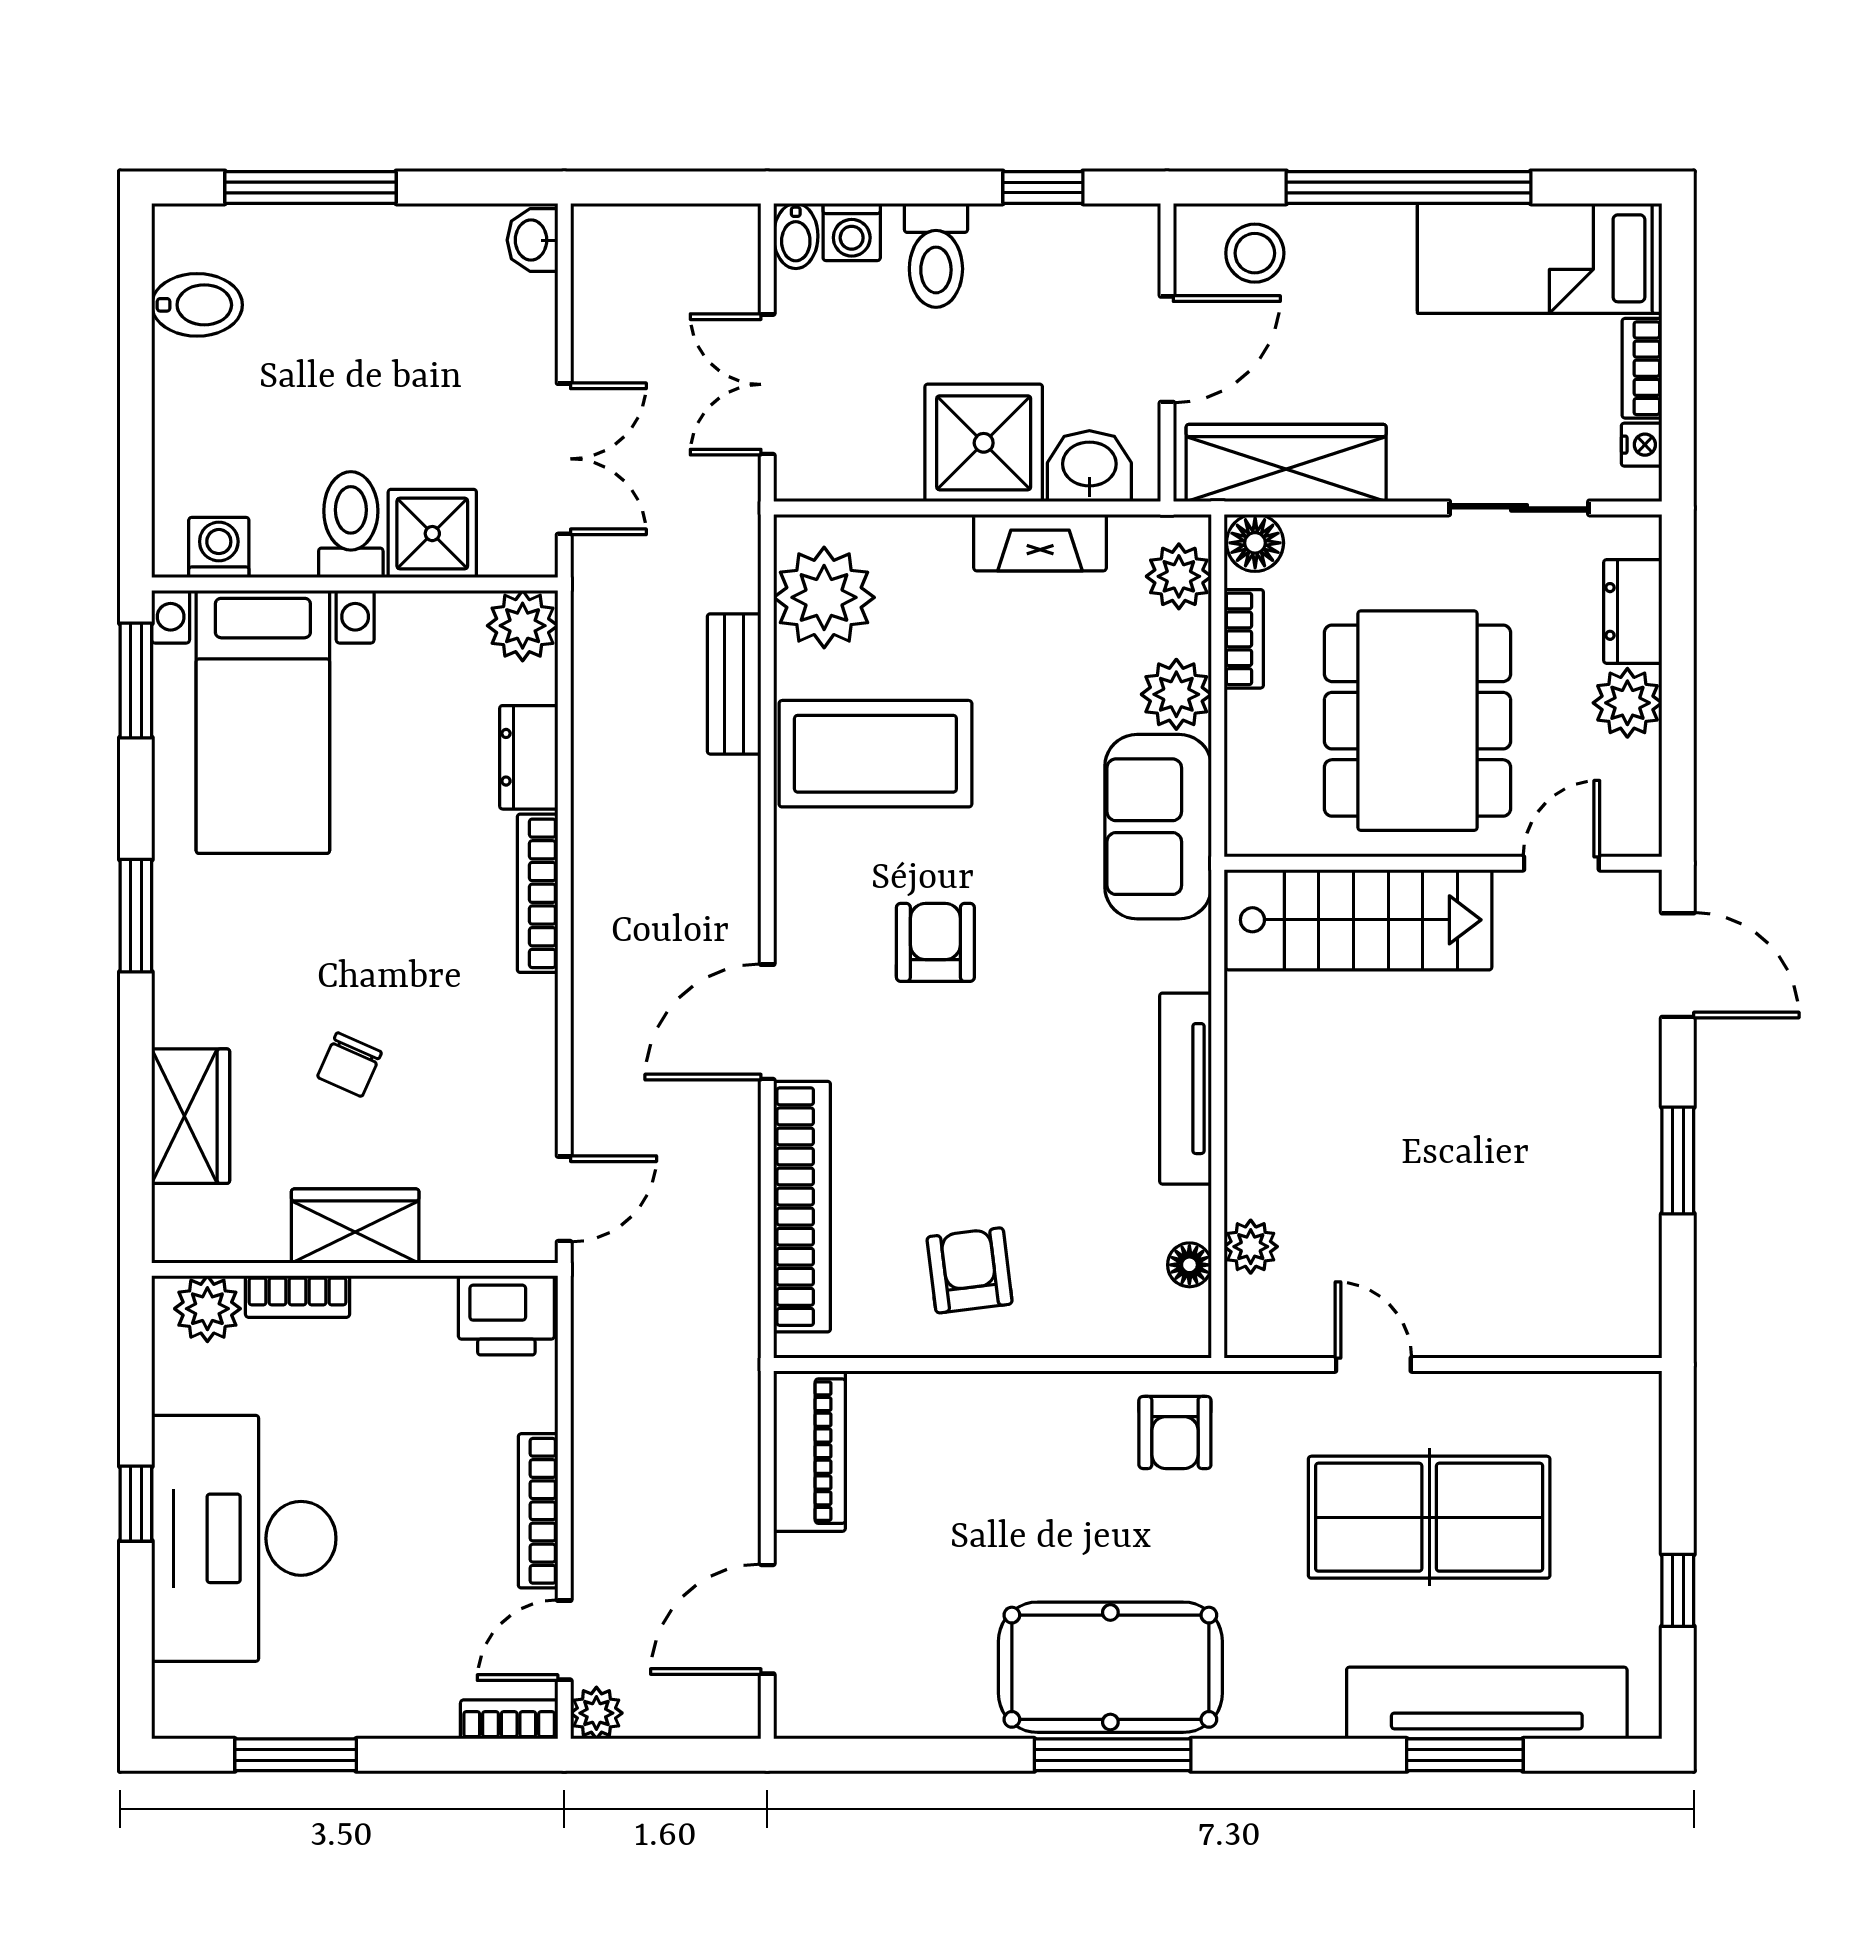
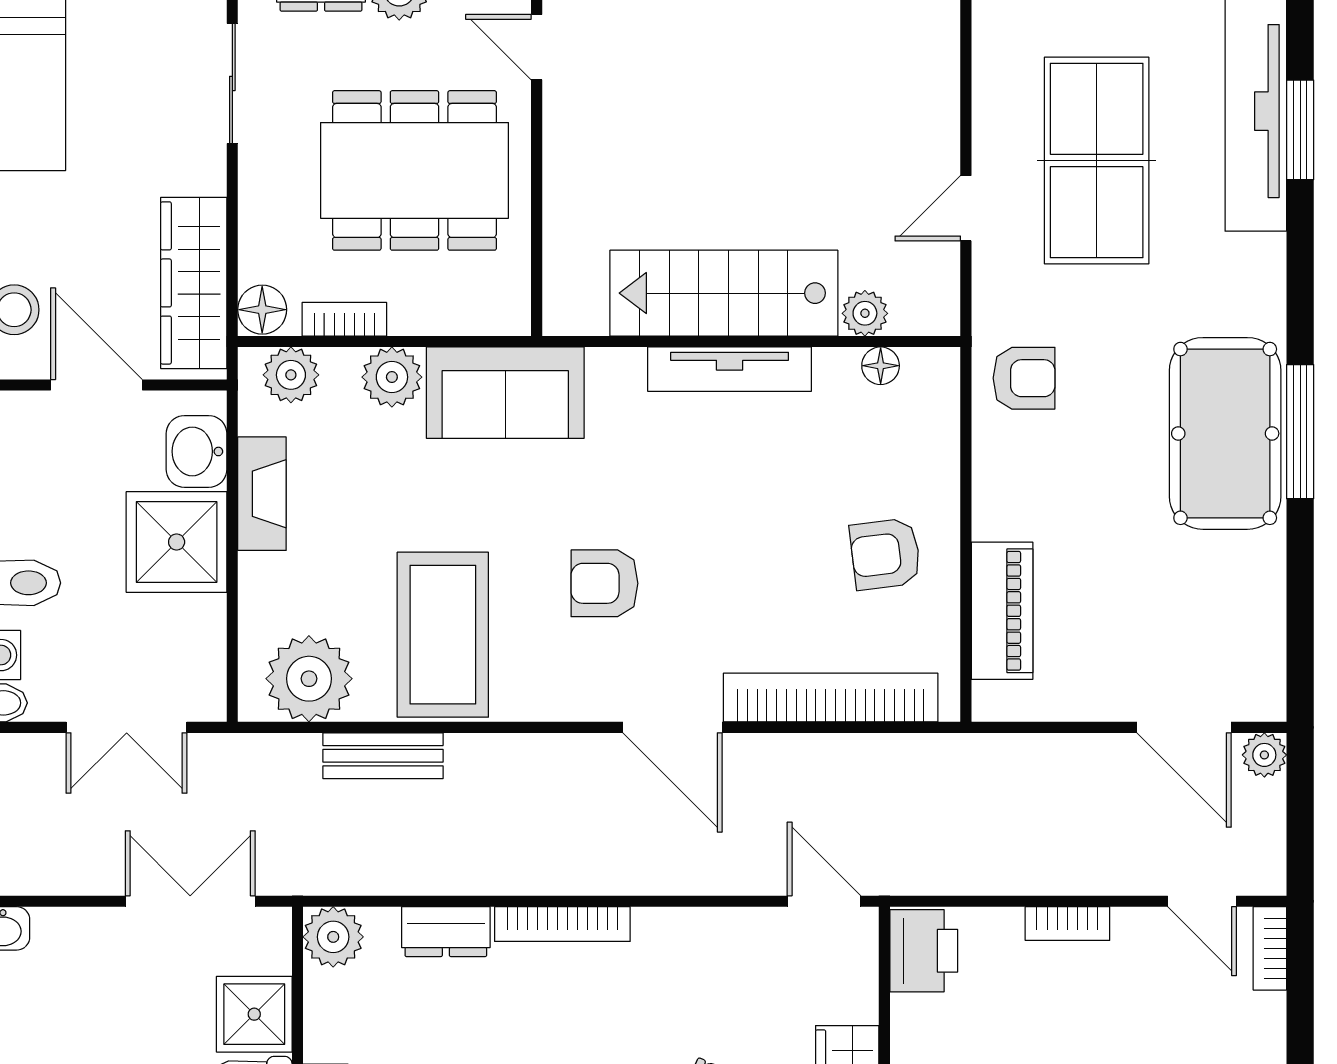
stairs: (1359, 920) -> (724, 293), moved, turned -90
piano: (809, 1451) -> (1002, 611), moved, turned 90
bookcase: (538, 1511) -> (1067, 924), width x0.64
plant: (596, 1713) -> (1264, 755), moved

